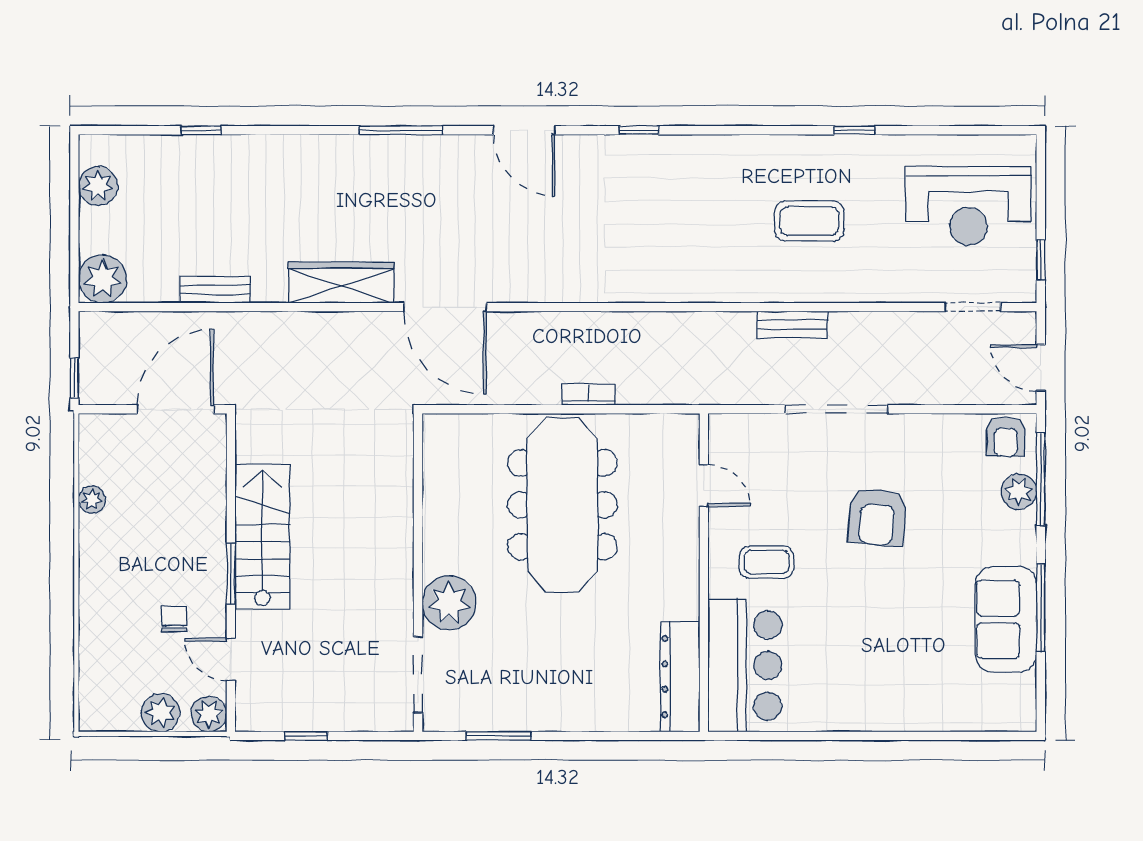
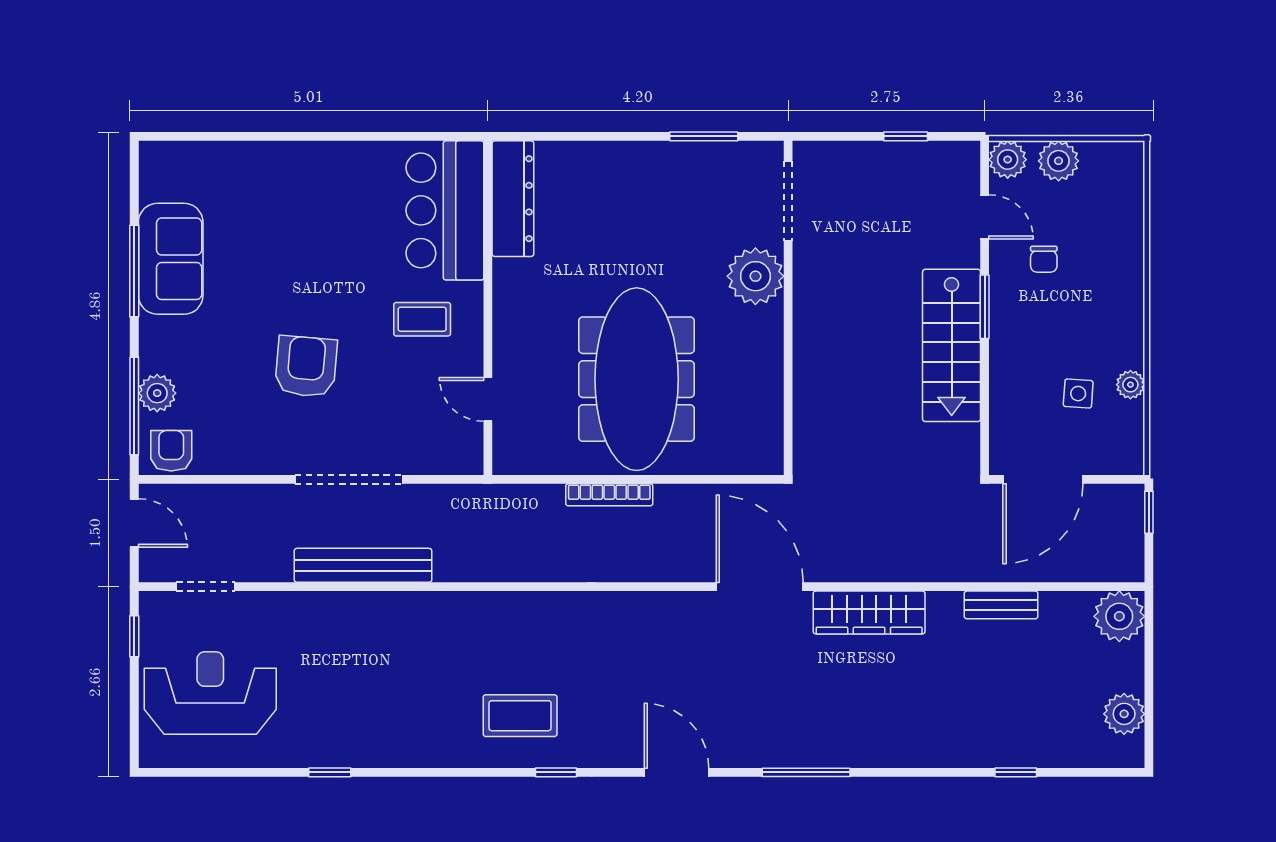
coffee table: (809, 221) -> (520, 716), moved
bench: (793, 325) -> (363, 565), width x1.86, depth x1.21
bookcase: (588, 395) -> (609, 495), width x1.56
side table: (142, 491) -> (1078, 394), added

